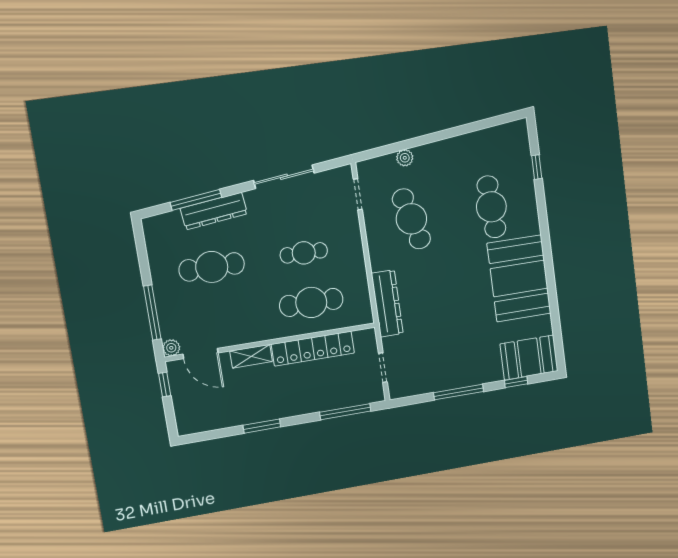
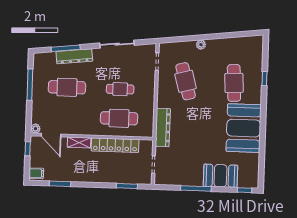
plant: (405, 158) -> (201, 45), moved
window: (537, 167) -> (264, 79), moved
window: (152, 313) -> (30, 85), moved
booth: (529, 358) -> (220, 176), moved
window: (516, 382) -> (245, 190), moved
window: (345, 412) -> (127, 186), width x0.69
filing cabinet: (188, 423) -> (36, 173), added
window: (262, 426) -> (60, 184), moved

